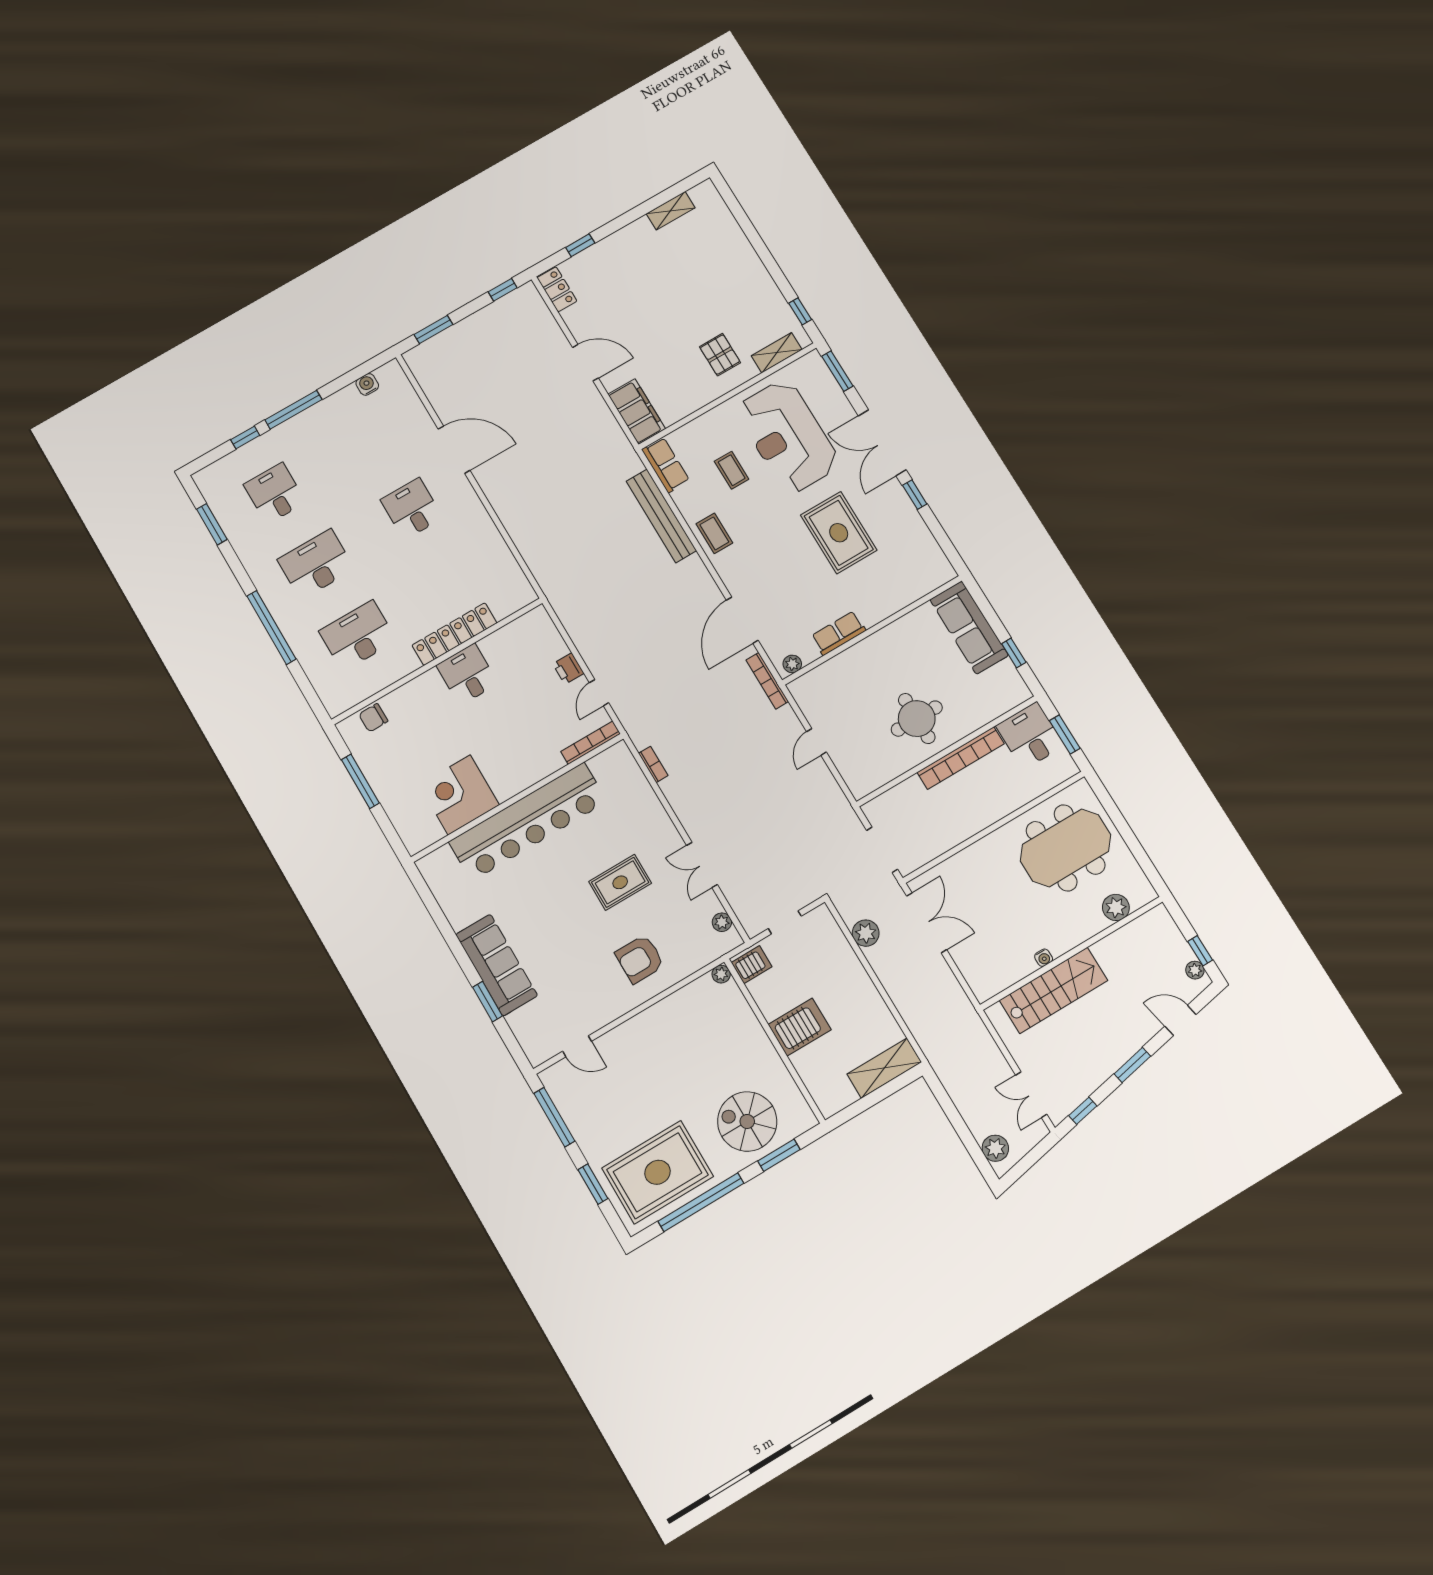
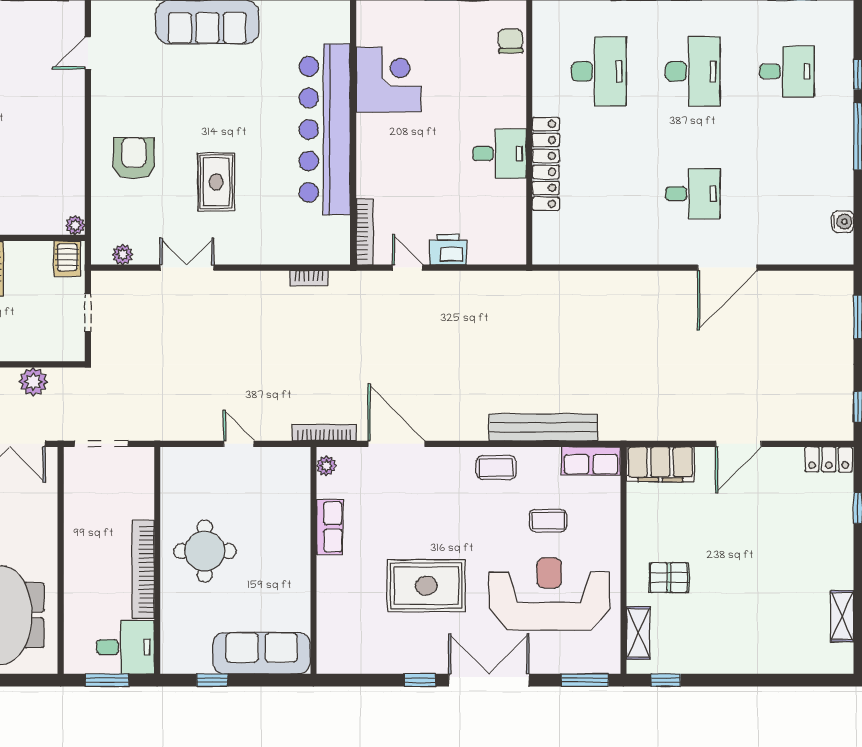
printer: (568, 668) -> (448, 249), width x1.36, depth x1.24

